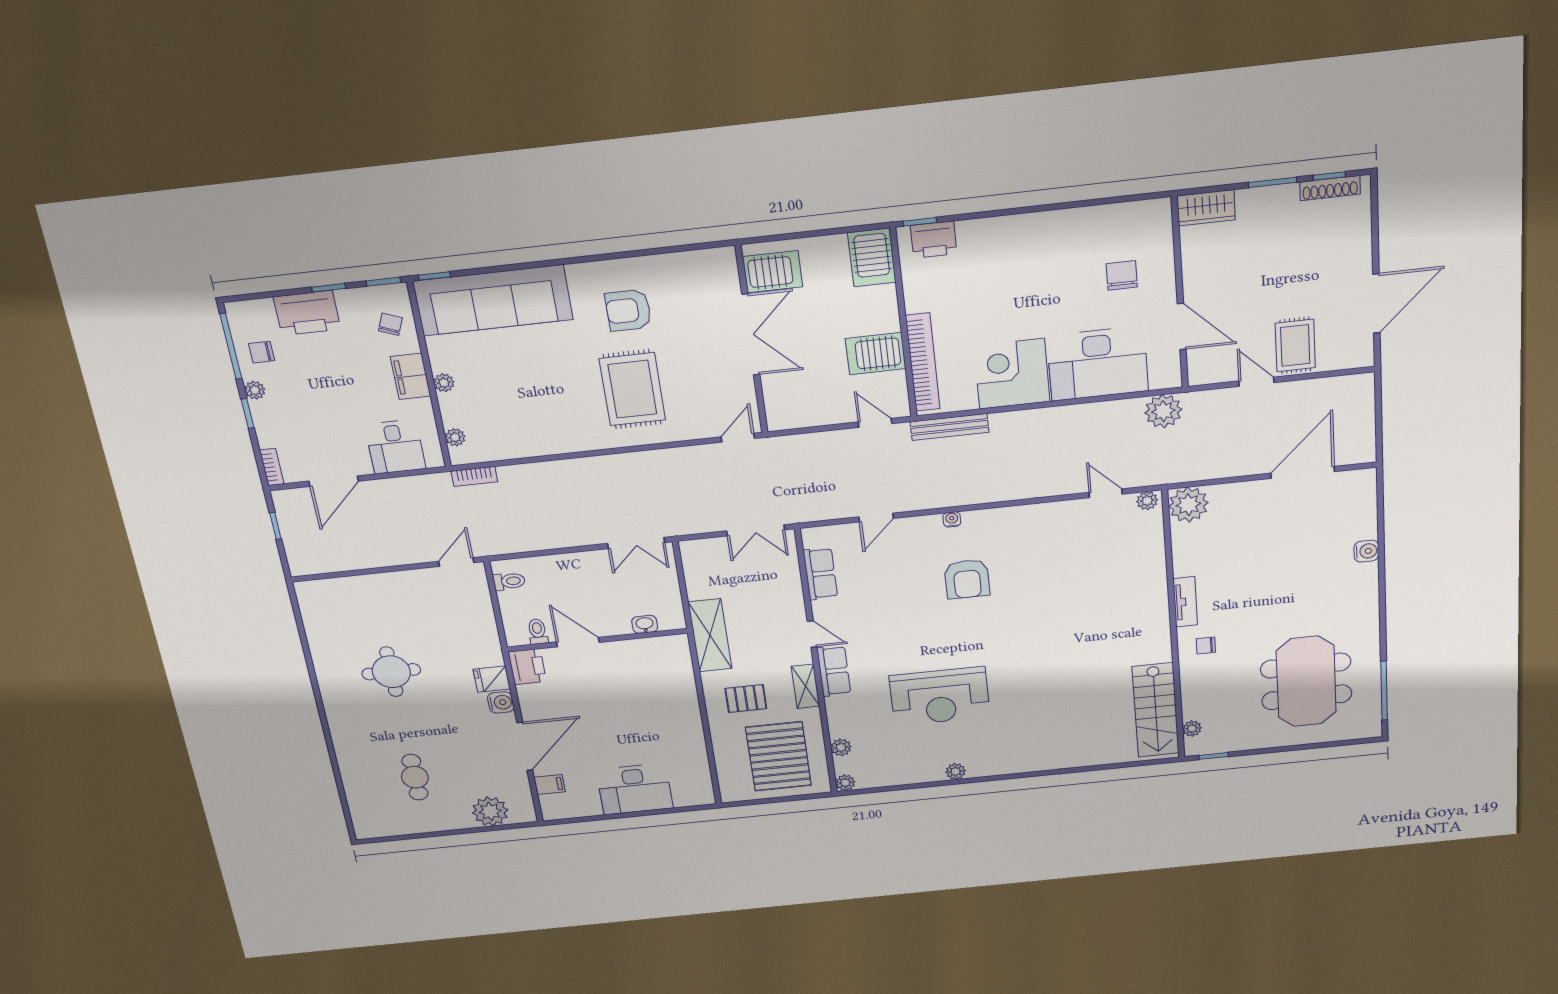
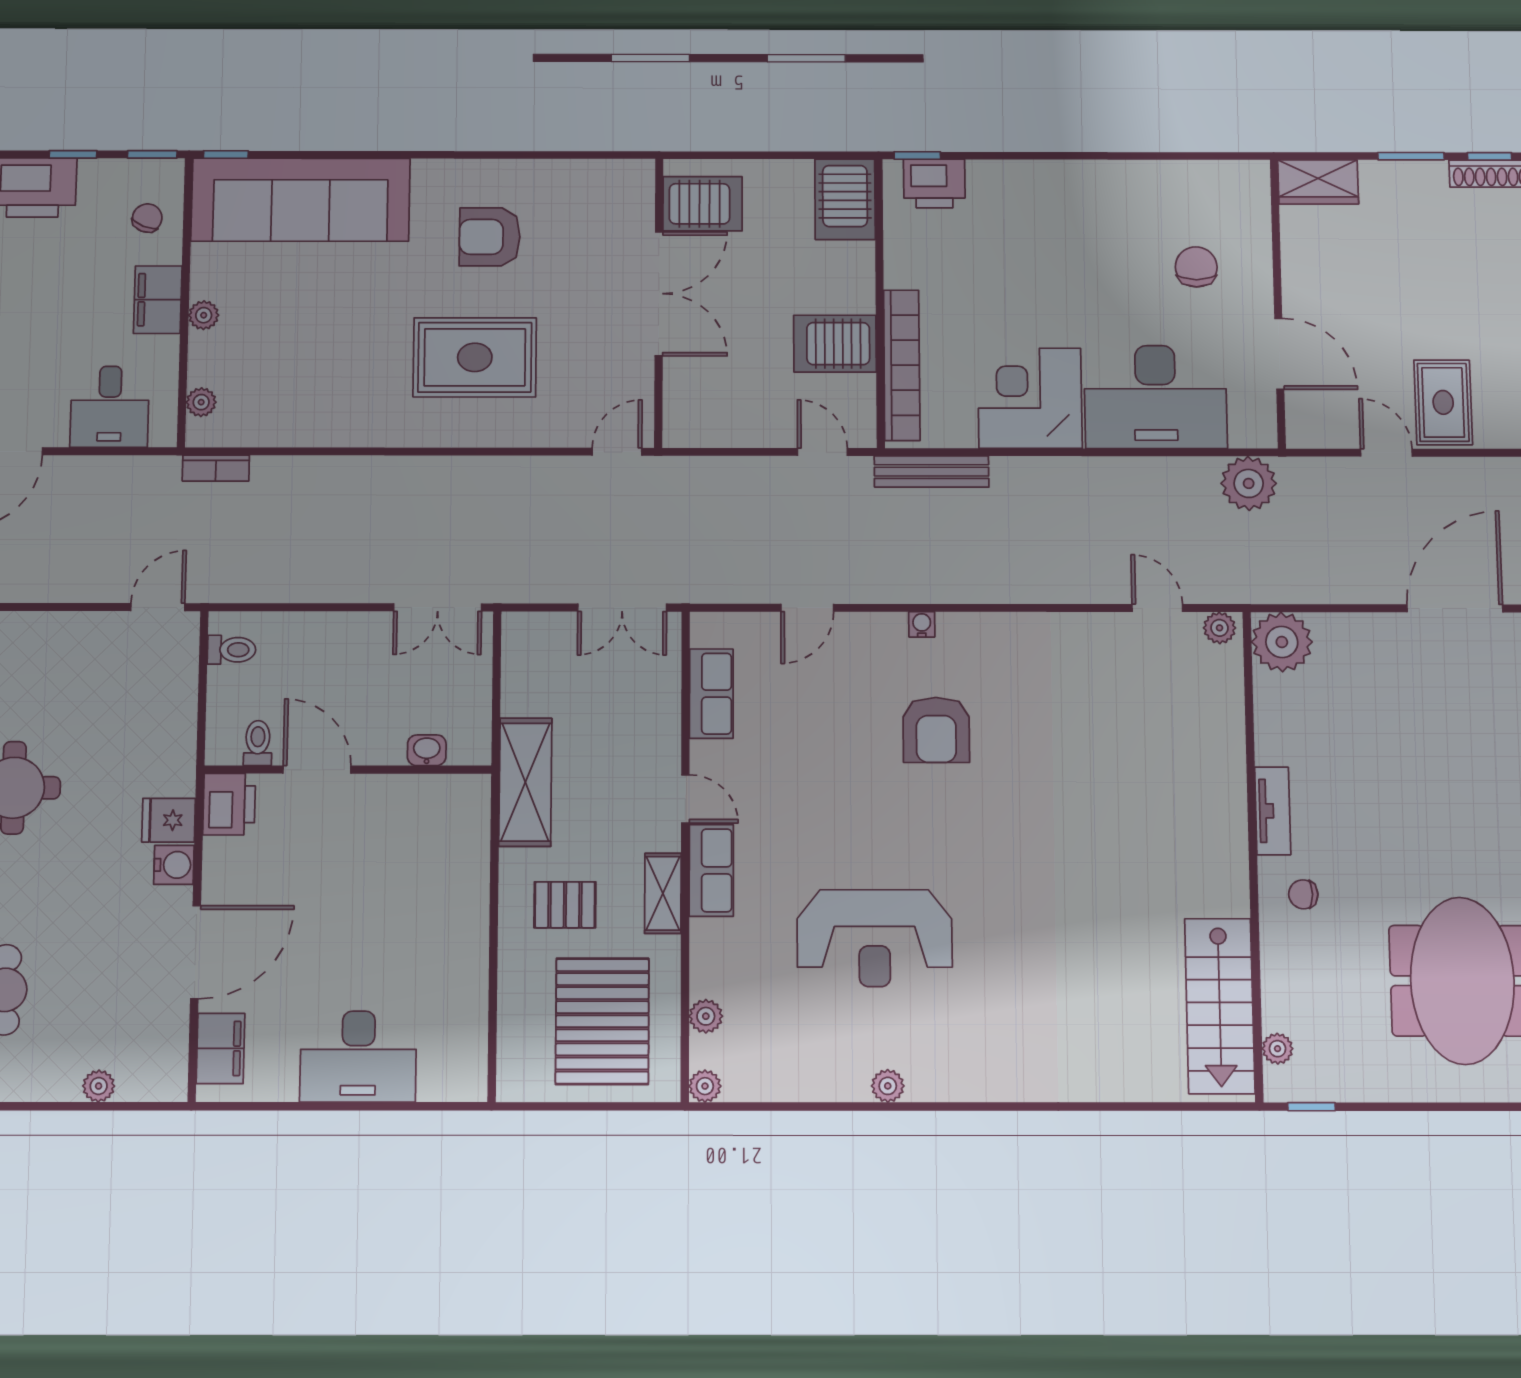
rug: (632, 389) -> (475, 357), turned 90
filing cabinet: (550, 785) -> (221, 1048), width x2.00
plant: (490, 811) -> (99, 1086), width x0.53, depth x0.53

